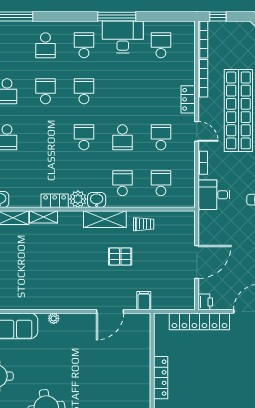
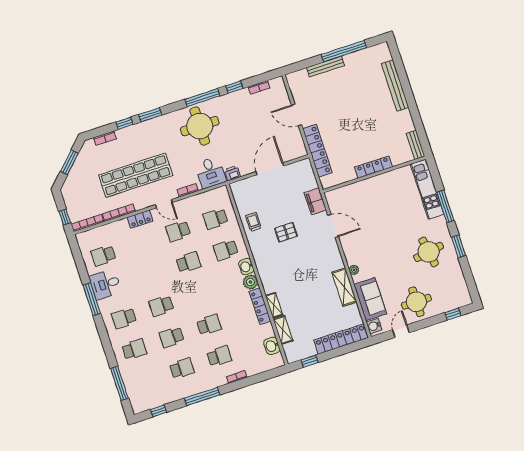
desk: (123, 37) -> (105, 284), width x0.73
door: (197, 131) -> (164, 204), swing flipped
school desk: (84, 137) -> (209, 325), moved, turned 180
locker: (55, 201) -> (260, 306), width x1.53
shelving: (105, 219) -> (344, 287), moved
pallet: (120, 257) -> (286, 232), turned 90
door: (197, 262) -> (270, 169), hinge flipped
filing cabinet: (144, 301) -> (315, 201), width x2.00
printer: (205, 302) -> (232, 173), moved

